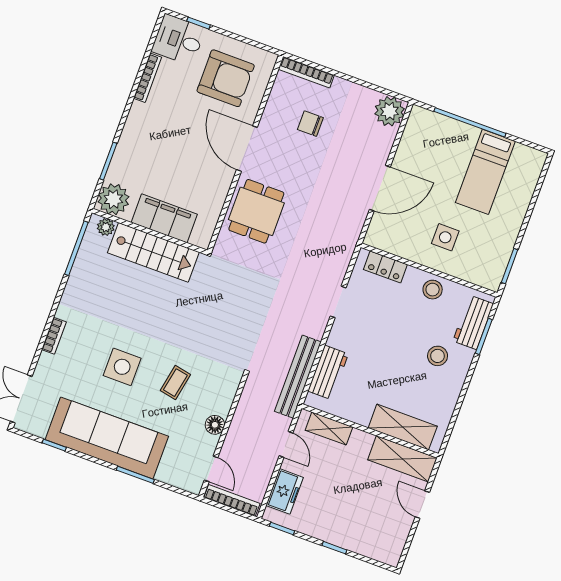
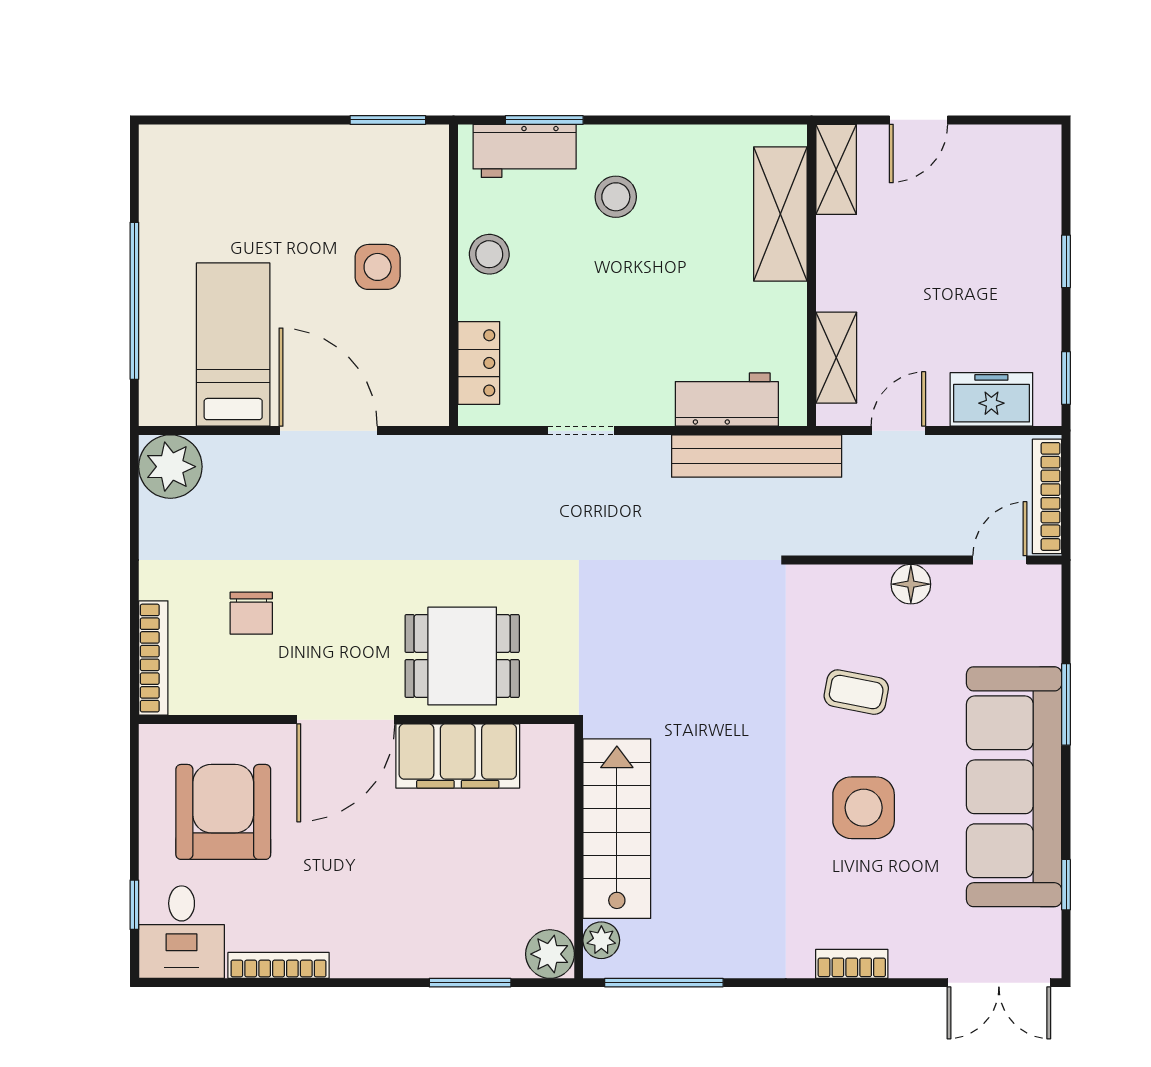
bed: (485, 172) -> (233, 345), moved, turned -90
plant: (113, 199) -> (550, 954), width x0.73, depth x0.73
filing cabinet: (164, 218) -> (458, 756), moved, turned -90
shelving: (402, 459) -> (836, 169), width x0.67, depth x0.75

